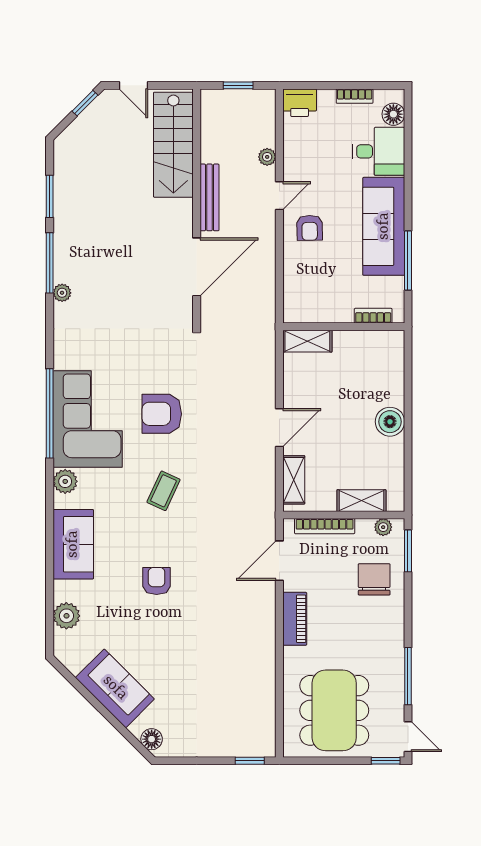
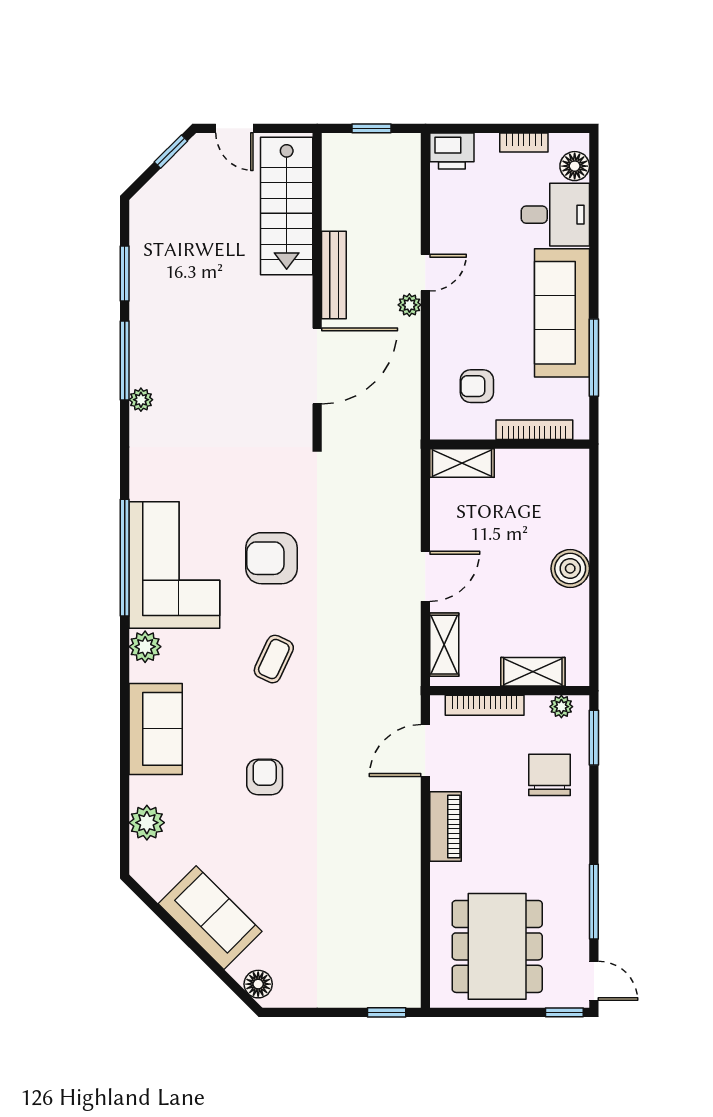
plant: (267, 157) -> (409, 305), moved
armchair: (310, 228) -> (477, 386), moved, turned 91
bookcase: (373, 316) -> (534, 430), width x1.56

